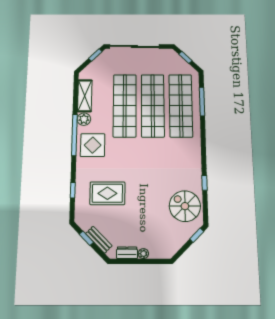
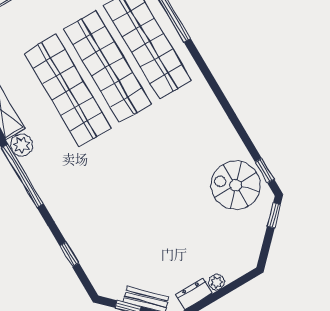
display table: (93, 145) -> (57, 175), removed
window: (205, 183) -> (265, 171), moved
rug: (107, 193) -> (119, 230), removed

